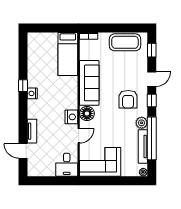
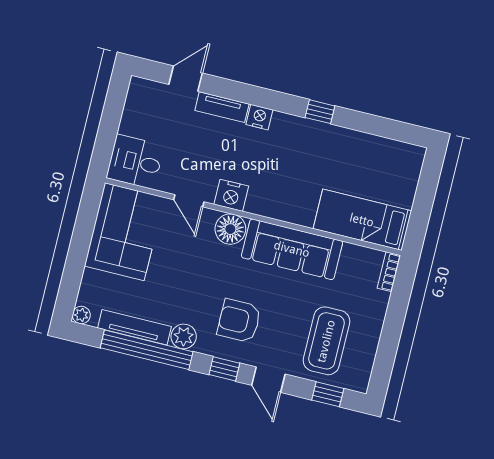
coffee table: (125, 42) -> (326, 341), moved
nightstand: (32, 93) -> (259, 117), moved

